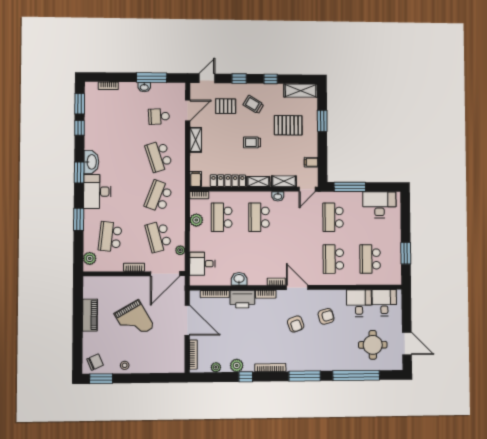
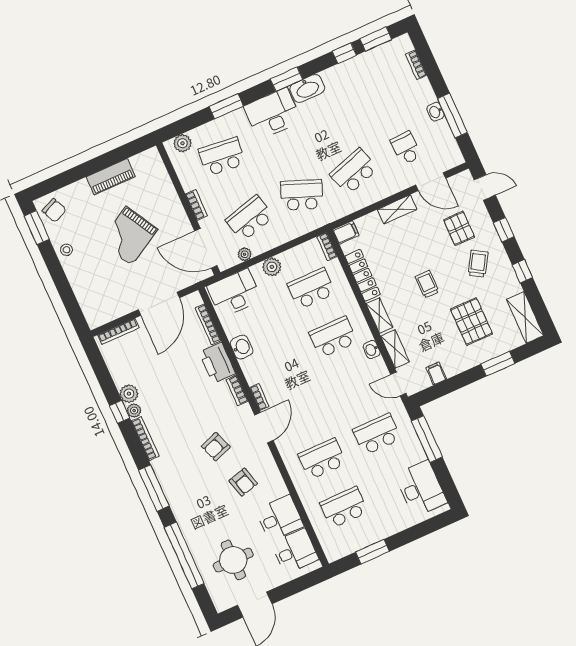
plant: (196, 220) -> (272, 267), moved
desk: (202, 264) -> (234, 293), width x1.37
plant: (216, 367) -> (134, 410), moved

